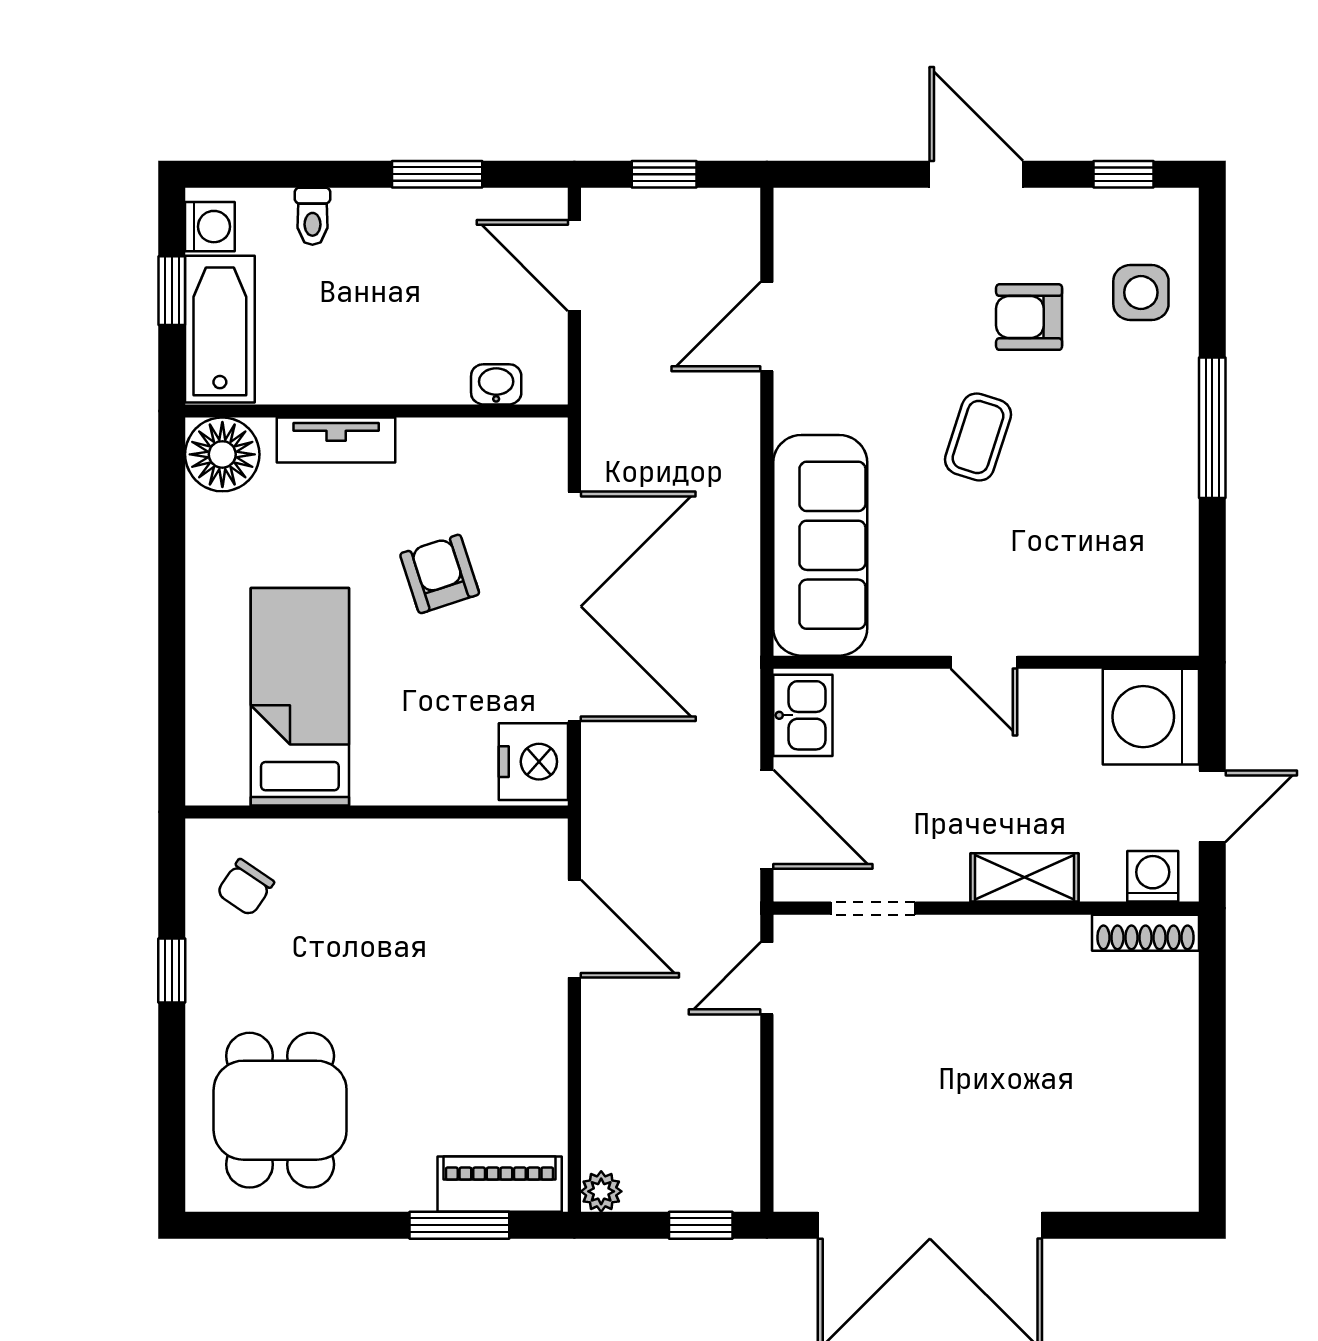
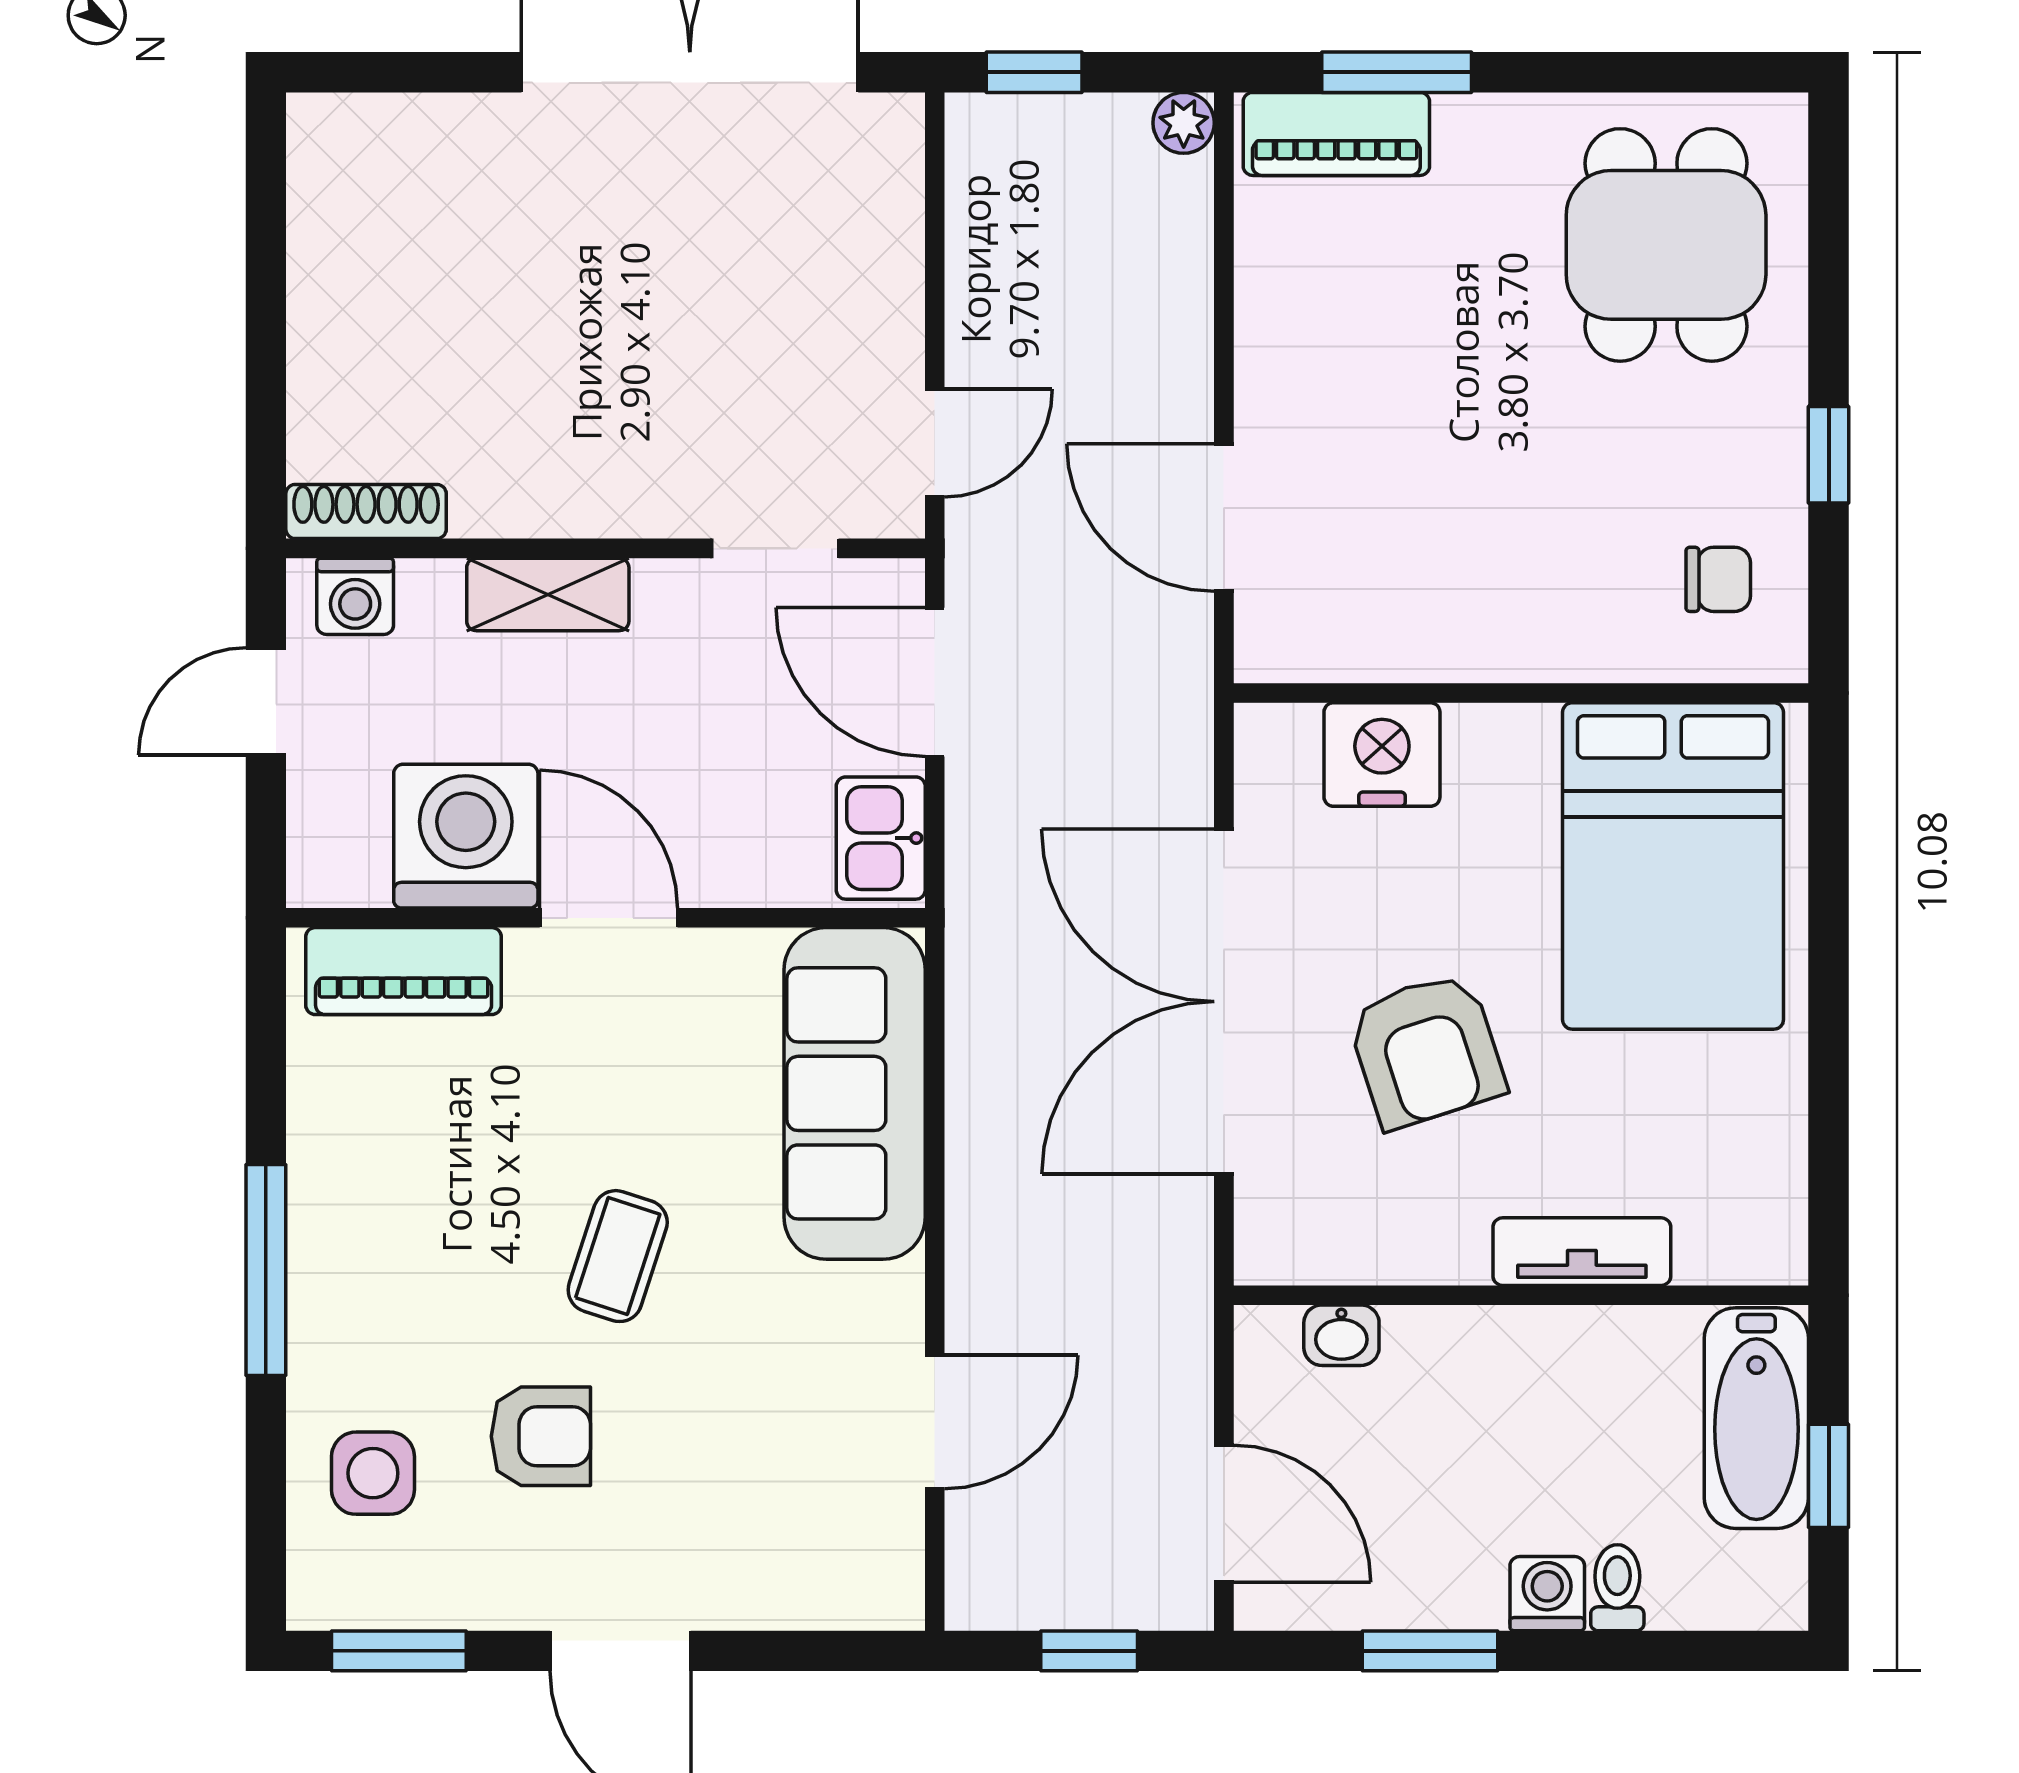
window: (1124, 174) -> (399, 1651), width x1.50
washing machine: (210, 227) -> (1547, 1594), moved, turned 90
floor lamp: (222, 454) -> (1753, 1230), removed
armchair: (440, 574) -> (1426, 1050), width x1.38, depth x1.38
piano: (1121, 627) -> (404, 971), added
door: (984, 662) -> (609, 918), width x1.38
bed: (300, 697) -> (1673, 866), width x1.50
washing machine: (1151, 717) -> (466, 836), moved, turned -90
nightstand: (533, 762) -> (1382, 754), moved, turned 90
chair: (245, 888) -> (1718, 579), turned 56

